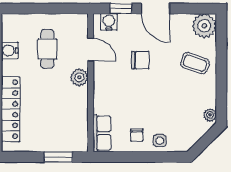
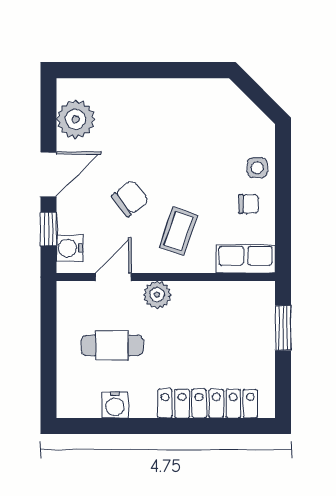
plant: (204, 26) -> (76, 119), moved
chair: (140, 60) -> (130, 198), turned 53
coffee table: (195, 63) -> (179, 231), moved
plant: (210, 115) -> (217, 88), removed

